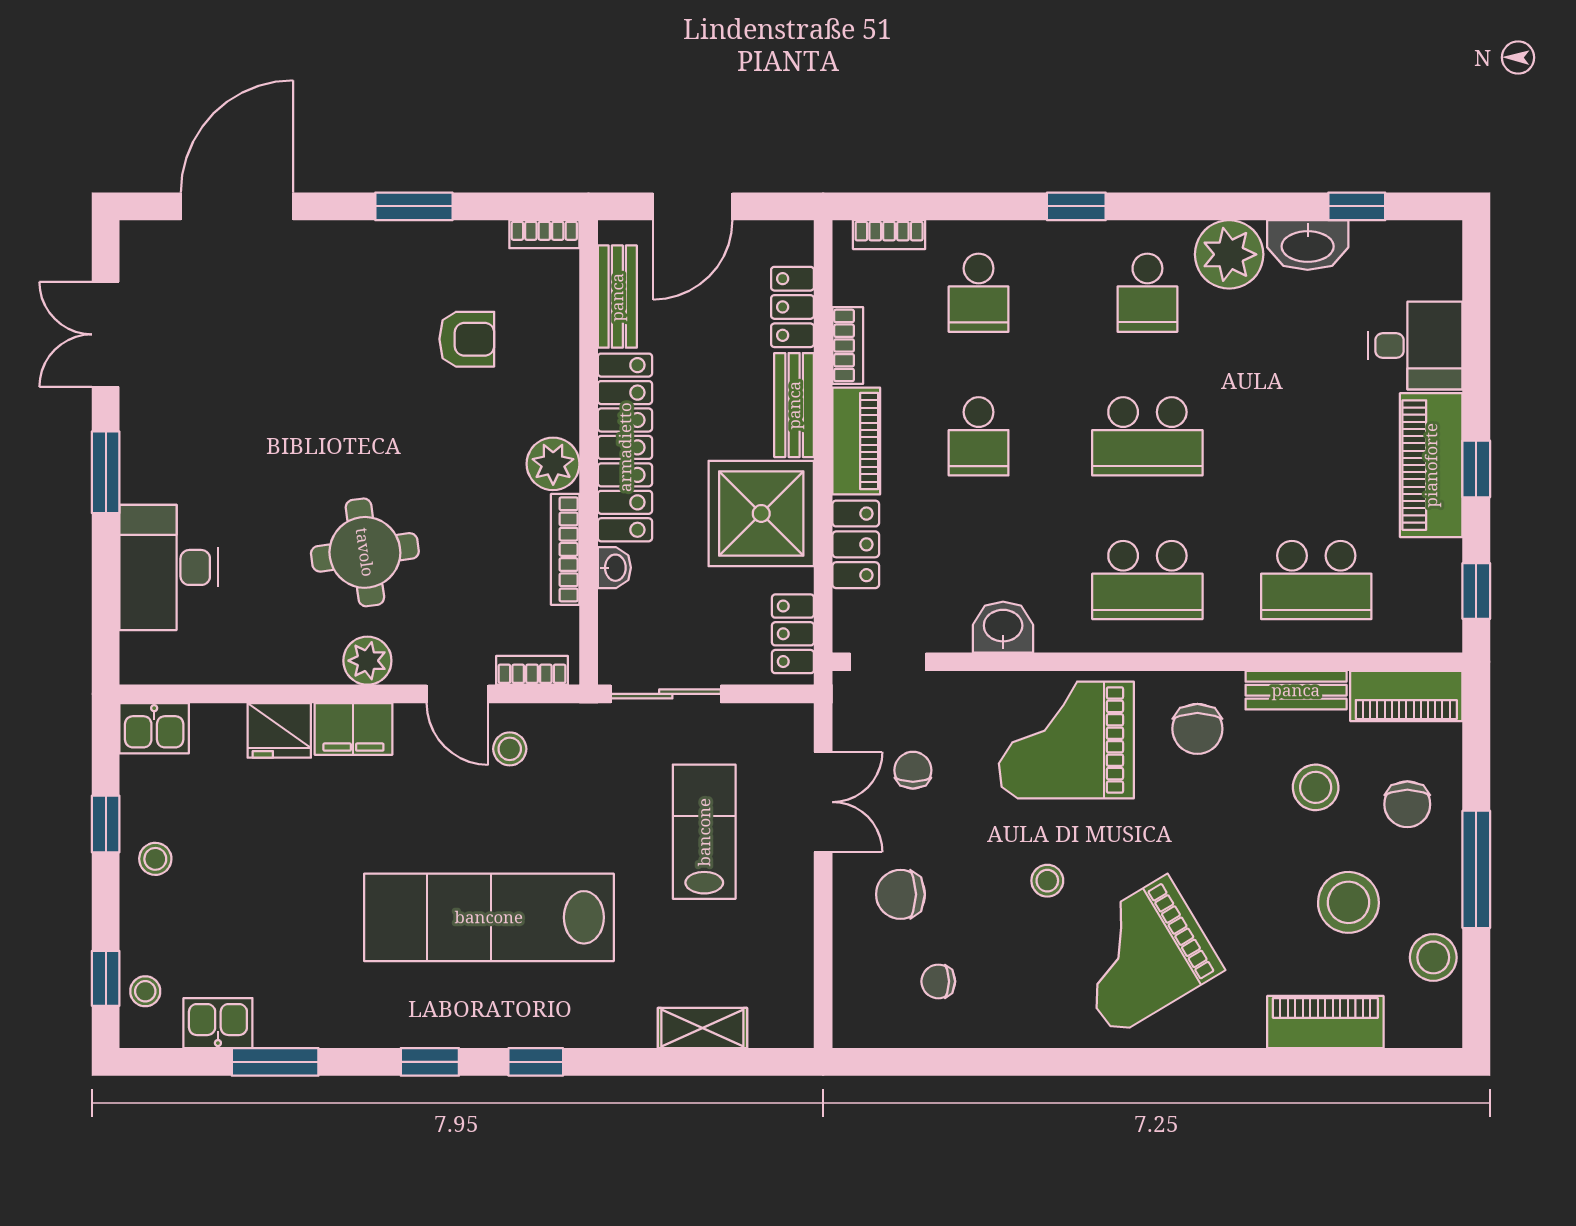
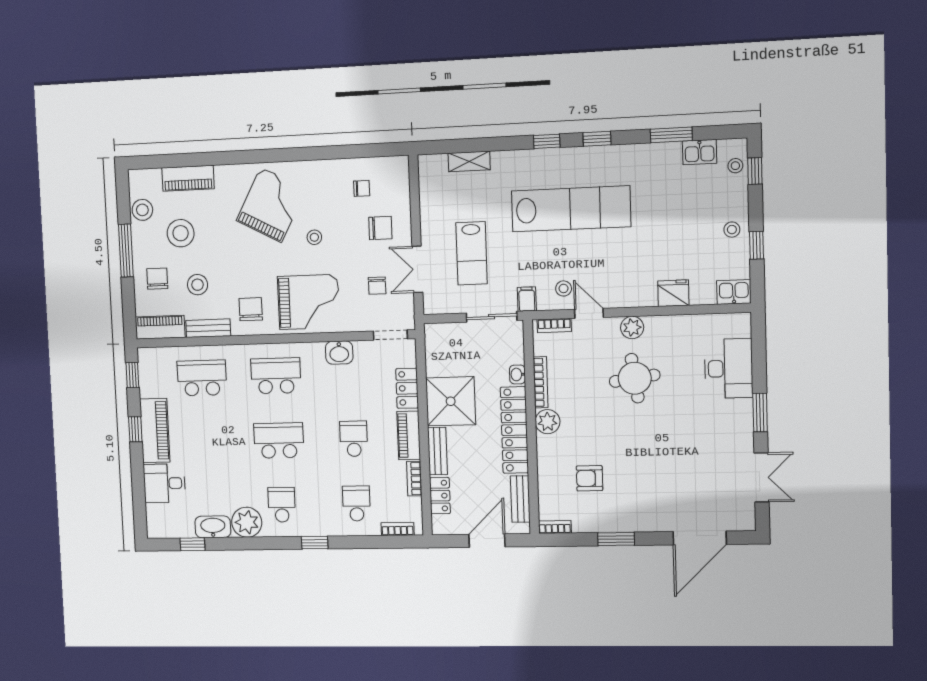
locker: (793, 634) -> (434, 346), removed
filing cabinet: (353, 729) -> (527, 299), moved, width x0.50
grand piano: (1141, 955) -> (271, 205), turned -31

